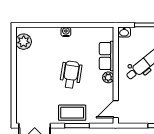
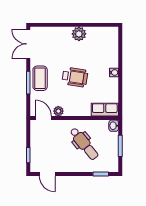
plant: (24, 42) -> (79, 34), moved
row of seats: (107, 56) -> (105, 110), moved
plant: (108, 77) -> (58, 111), moved

